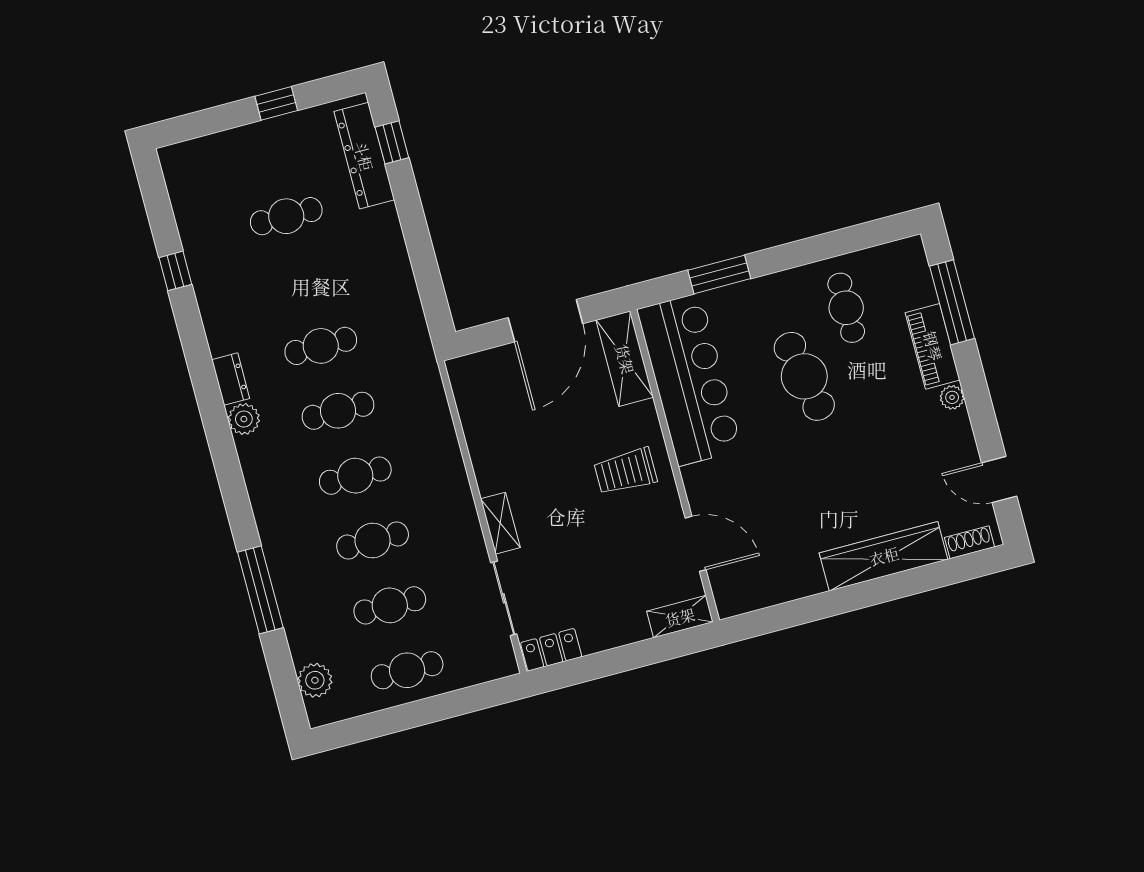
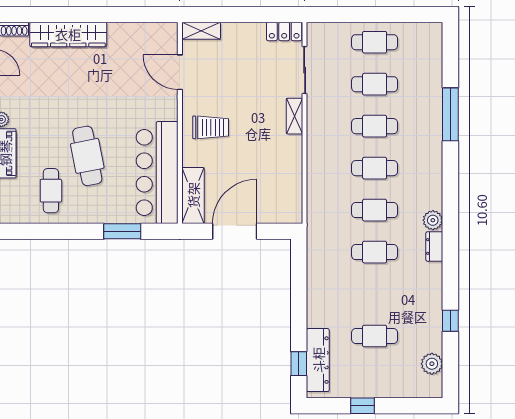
plant: (315, 680) -> (432, 364), moved

